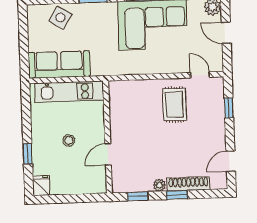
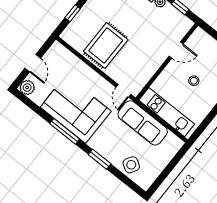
sofa: (59, 64) -> (143, 123), moved
door: (200, 75) -> (123, 91), moved
rug: (175, 105) -> (106, 45), width x1.36, depth x1.43

